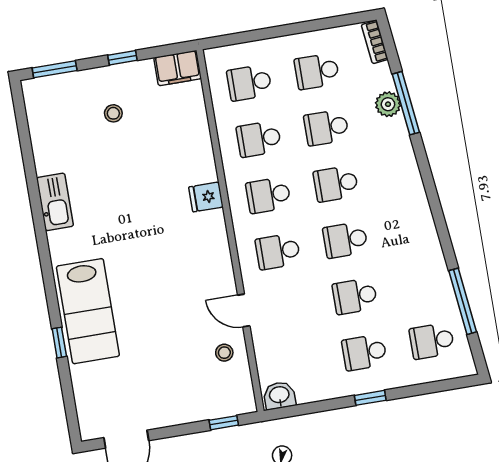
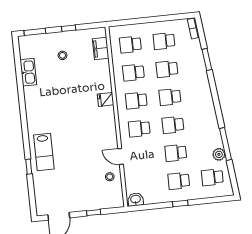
filing cabinet: (178, 68) -> (101, 48), moved, turned 90
window: (406, 103) -> (207, 59), width x0.69
plant: (388, 104) -> (219, 154), moved
kitchen sink: (55, 202) -> (28, 72), moved
window: (463, 301) -> (225, 144), moved
lab bench: (88, 311) -> (44, 152), width x0.73, depth x0.72
window: (224, 423) -> (94, 213), moved

